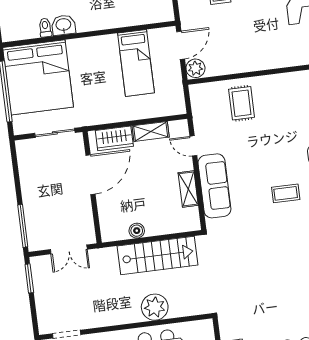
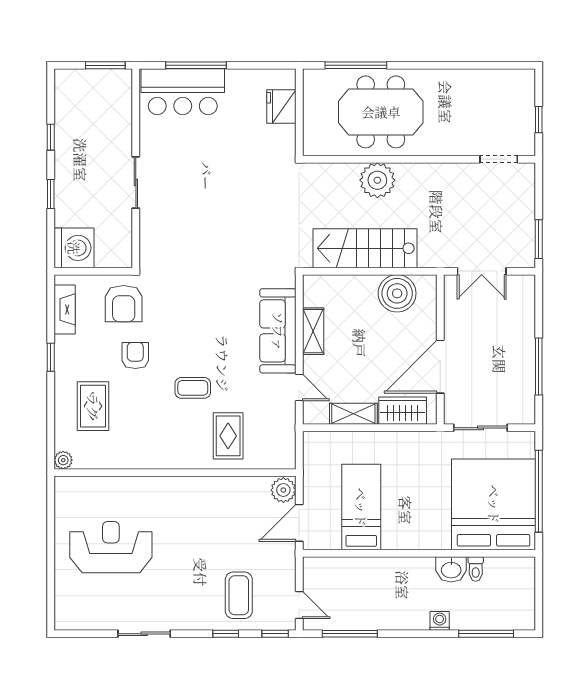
coffee table: (286, 193) -> (193, 388), moved
window: (23, 226) -> (539, 367), moved
boiler: (137, 231) -> (397, 293), width x1.86, depth x1.86
double door: (69, 249) -> (482, 271), swing flipped

